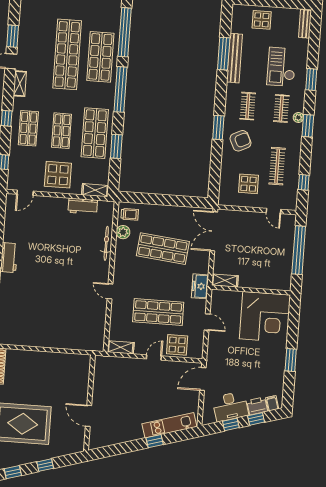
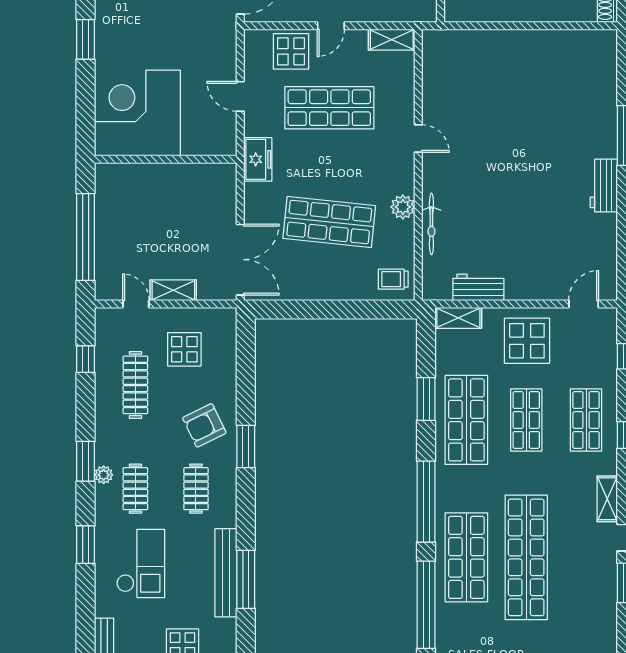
plant: (123, 232) -> (403, 207), moved
shelving: (225, 280) -> (173, 290), moved

